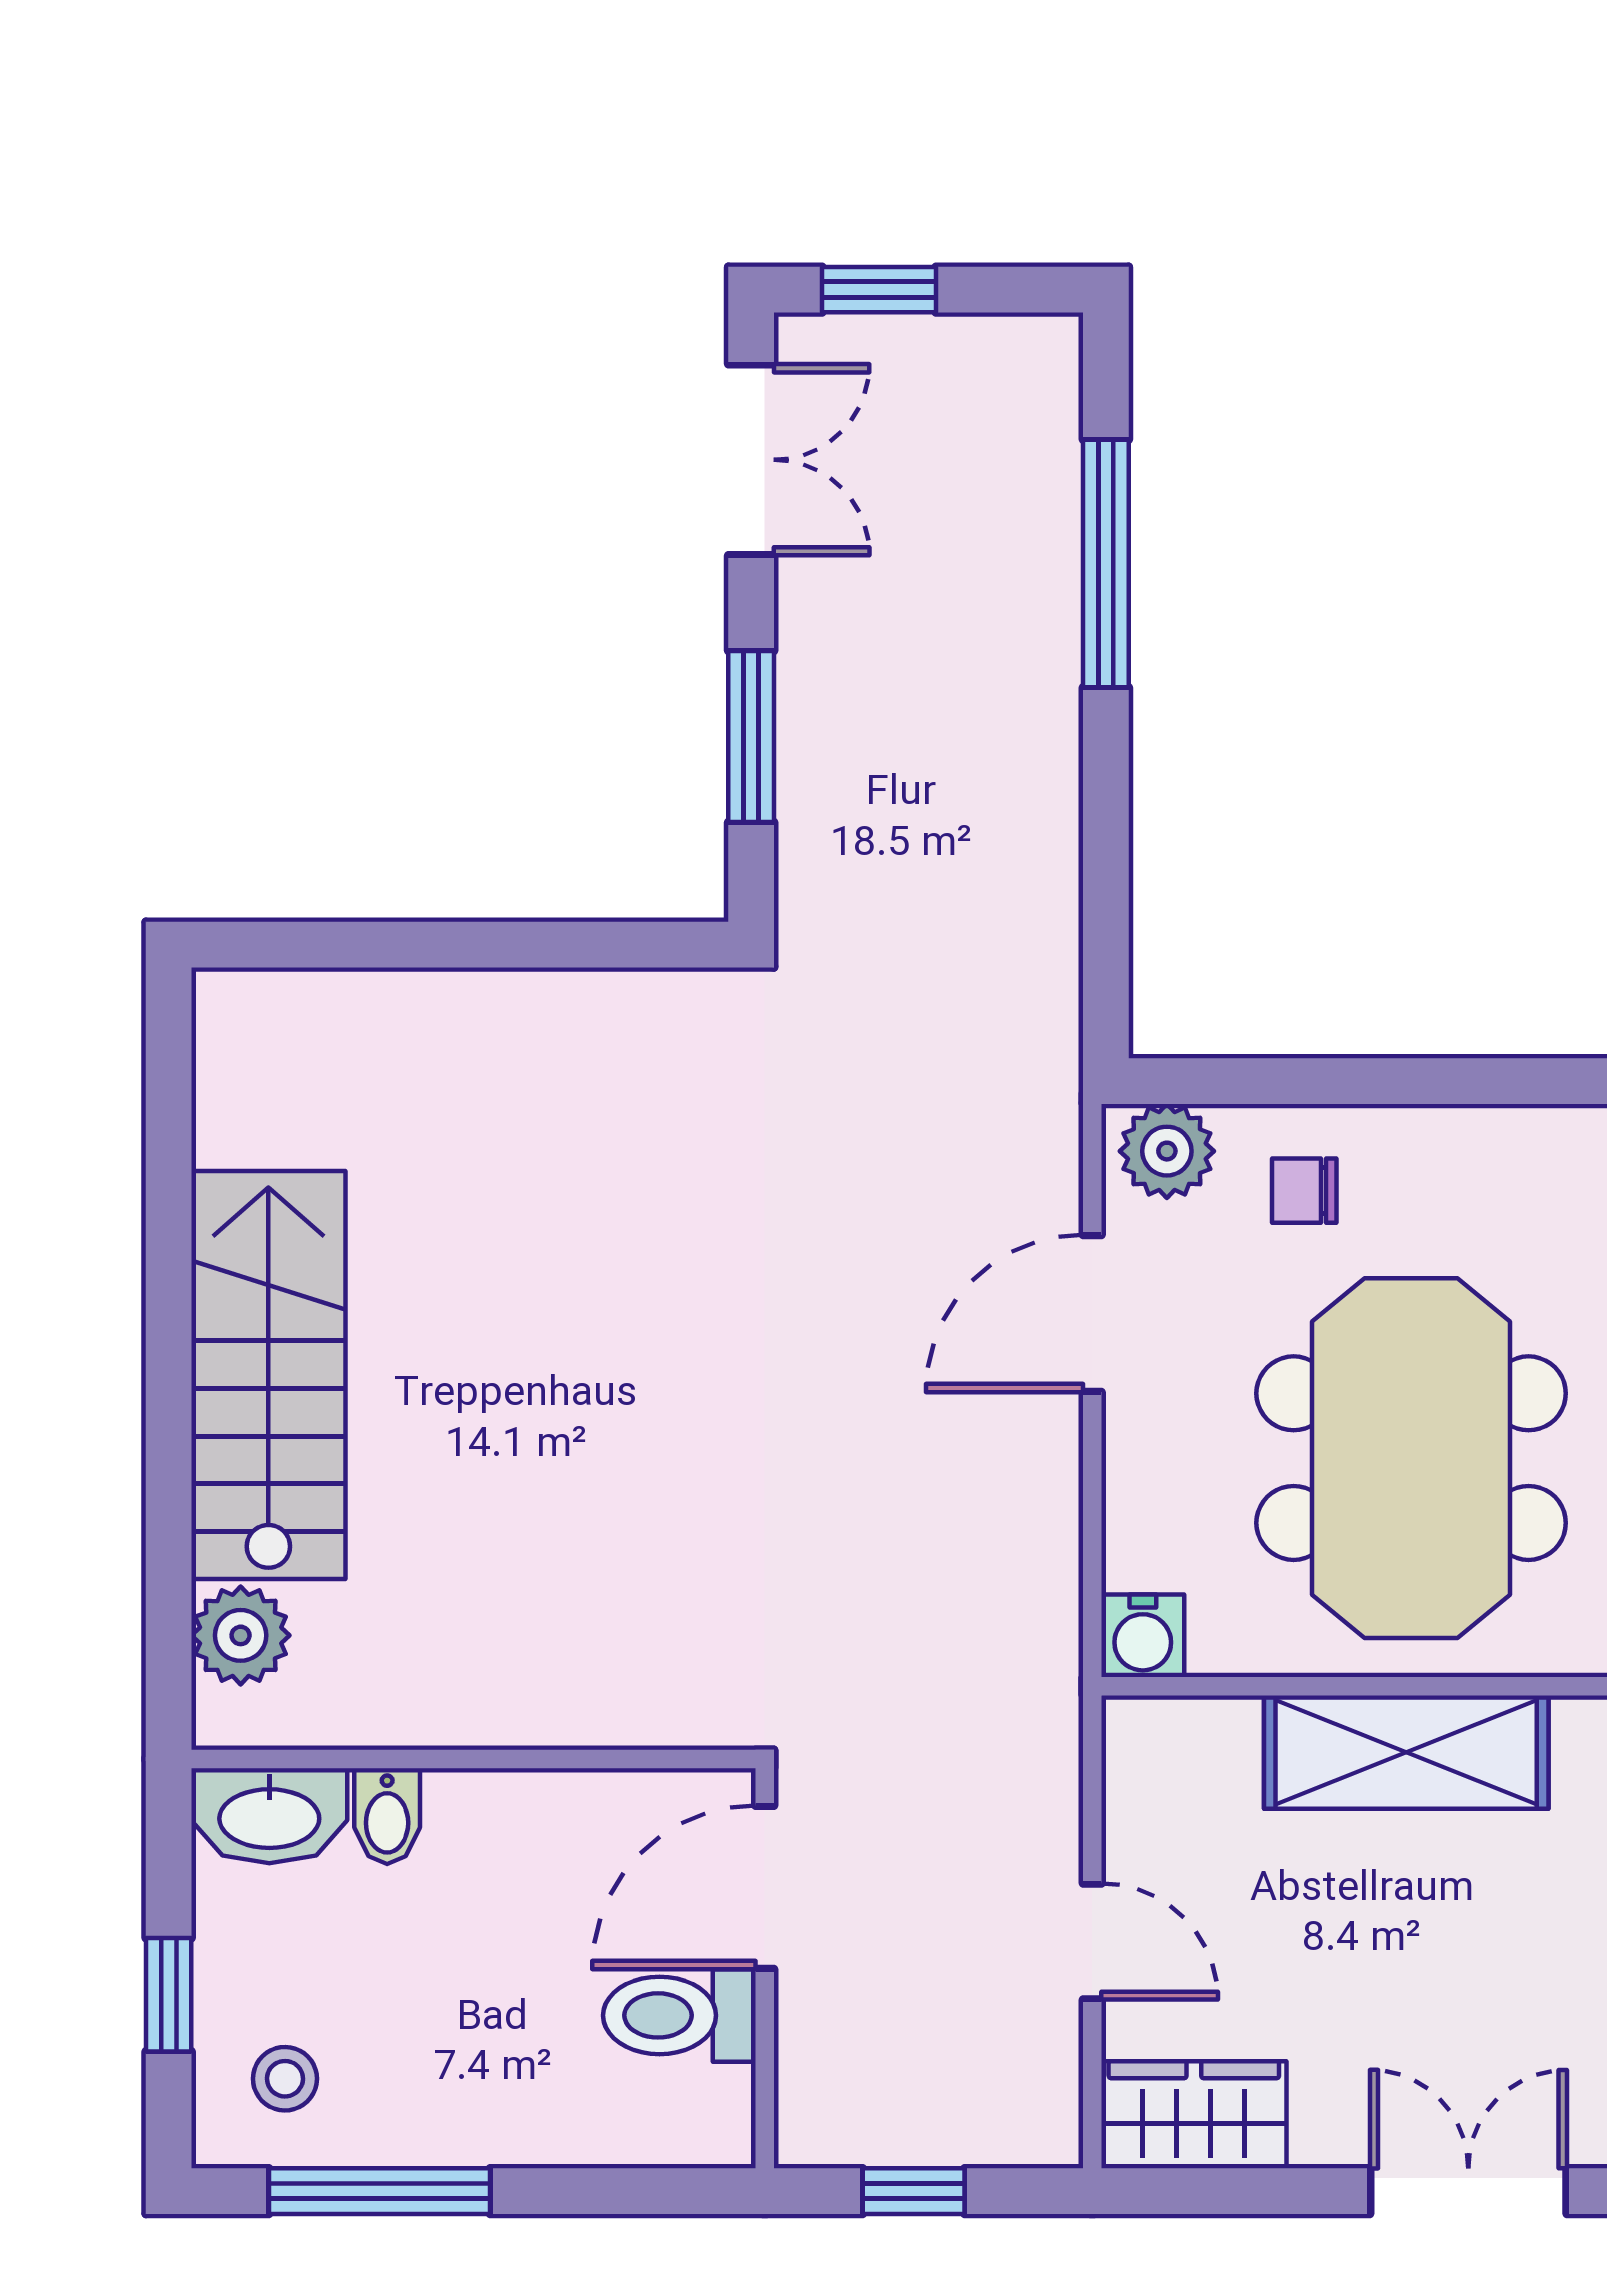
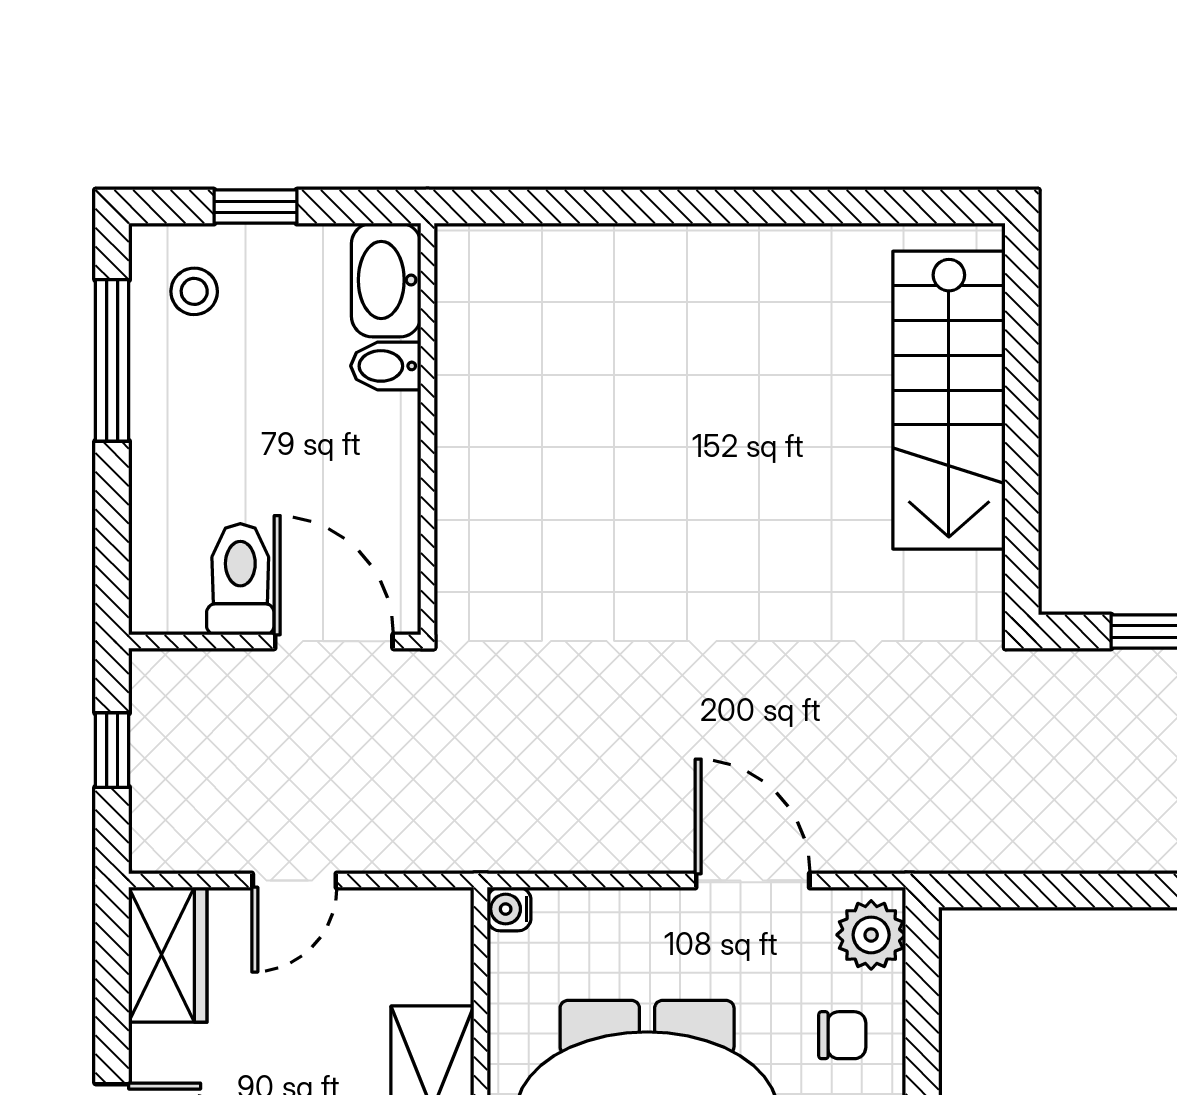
chair: (1304, 1191) -> (842, 1035), turned 90
stairs: (268, 1375) -> (949, 400), moved, turned 90
plant: (241, 1635) -> (518, 259), removed
water cooler: (1143, 1636) -> (509, 909), width x0.72, depth x0.72

